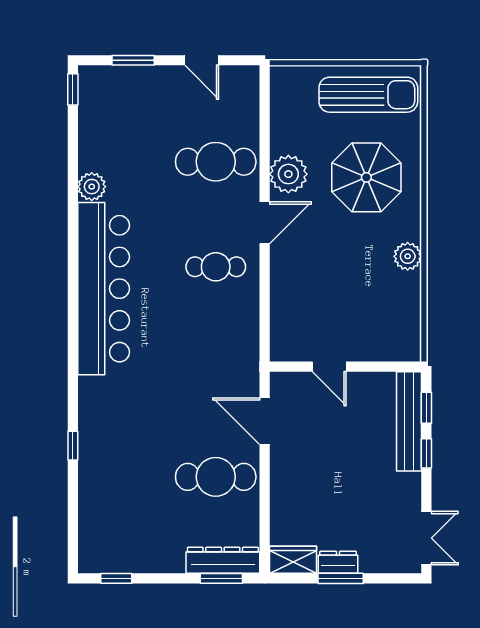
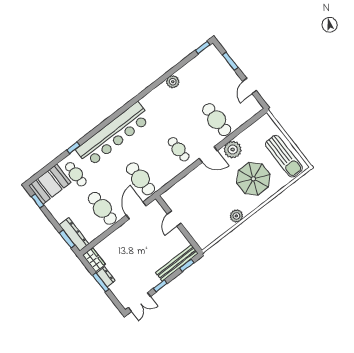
bar counter: (104, 289) -> (114, 134), moved
cafe table: (216, 372) -> (140, 179), added
window: (426, 453) -> (160, 286), moved
cafe table: (122, 477) -> (76, 174), added
booth: (104, 535) -> (50, 184), added

